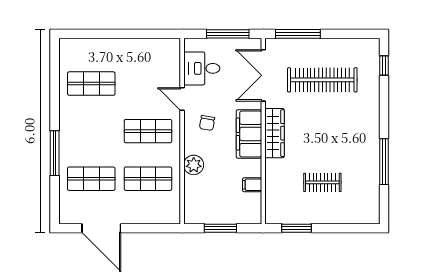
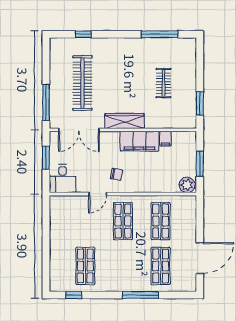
window: (228, 34) -> (46, 158), width x0.69
window: (384, 66) -> (83, 34), moved
desk: (202, 68) -> (63, 179), moved
window: (55, 69) -> (74, 295), added
filing cabinet: (249, 134) -> (139, 141), moved
window: (384, 162) -> (160, 34), moved
plant: (194, 165) -> (187, 185), moved

